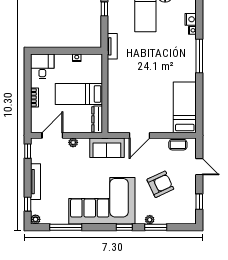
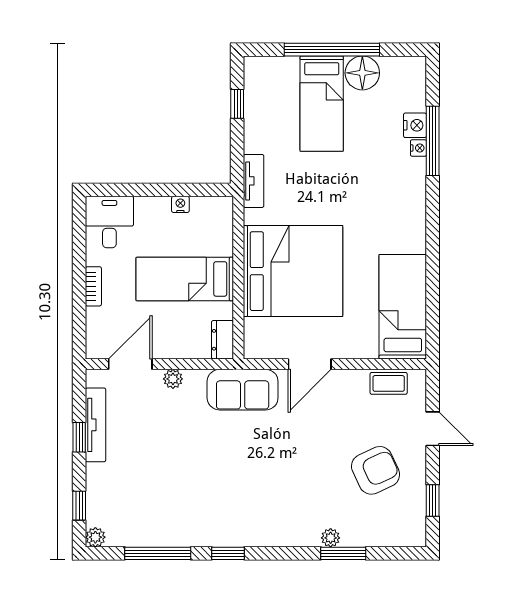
window: (199, 56) -> (433, 141), moved
bed: (131, 90) -> (293, 271), added
dresser: (97, 119) -> (223, 340), width x0.70
window: (28, 151) -> (79, 437), moved
tv unit: (36, 182) -> (96, 425), moved
armchair: (160, 184) -> (376, 470), moved
corner sofa: (102, 201) -> (232, 499), removed
window: (124, 227) -> (228, 553), moved

